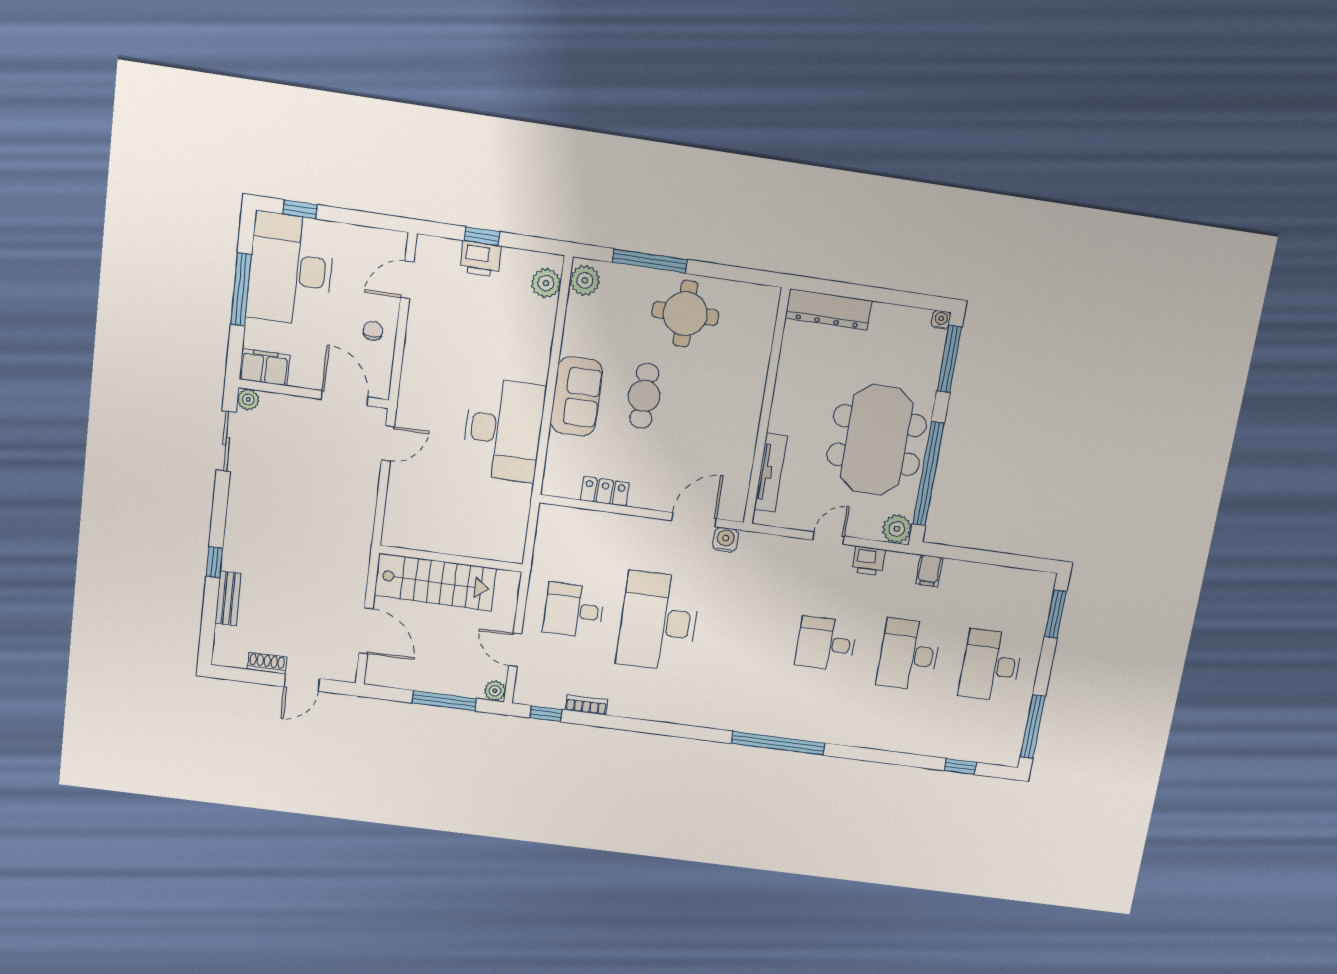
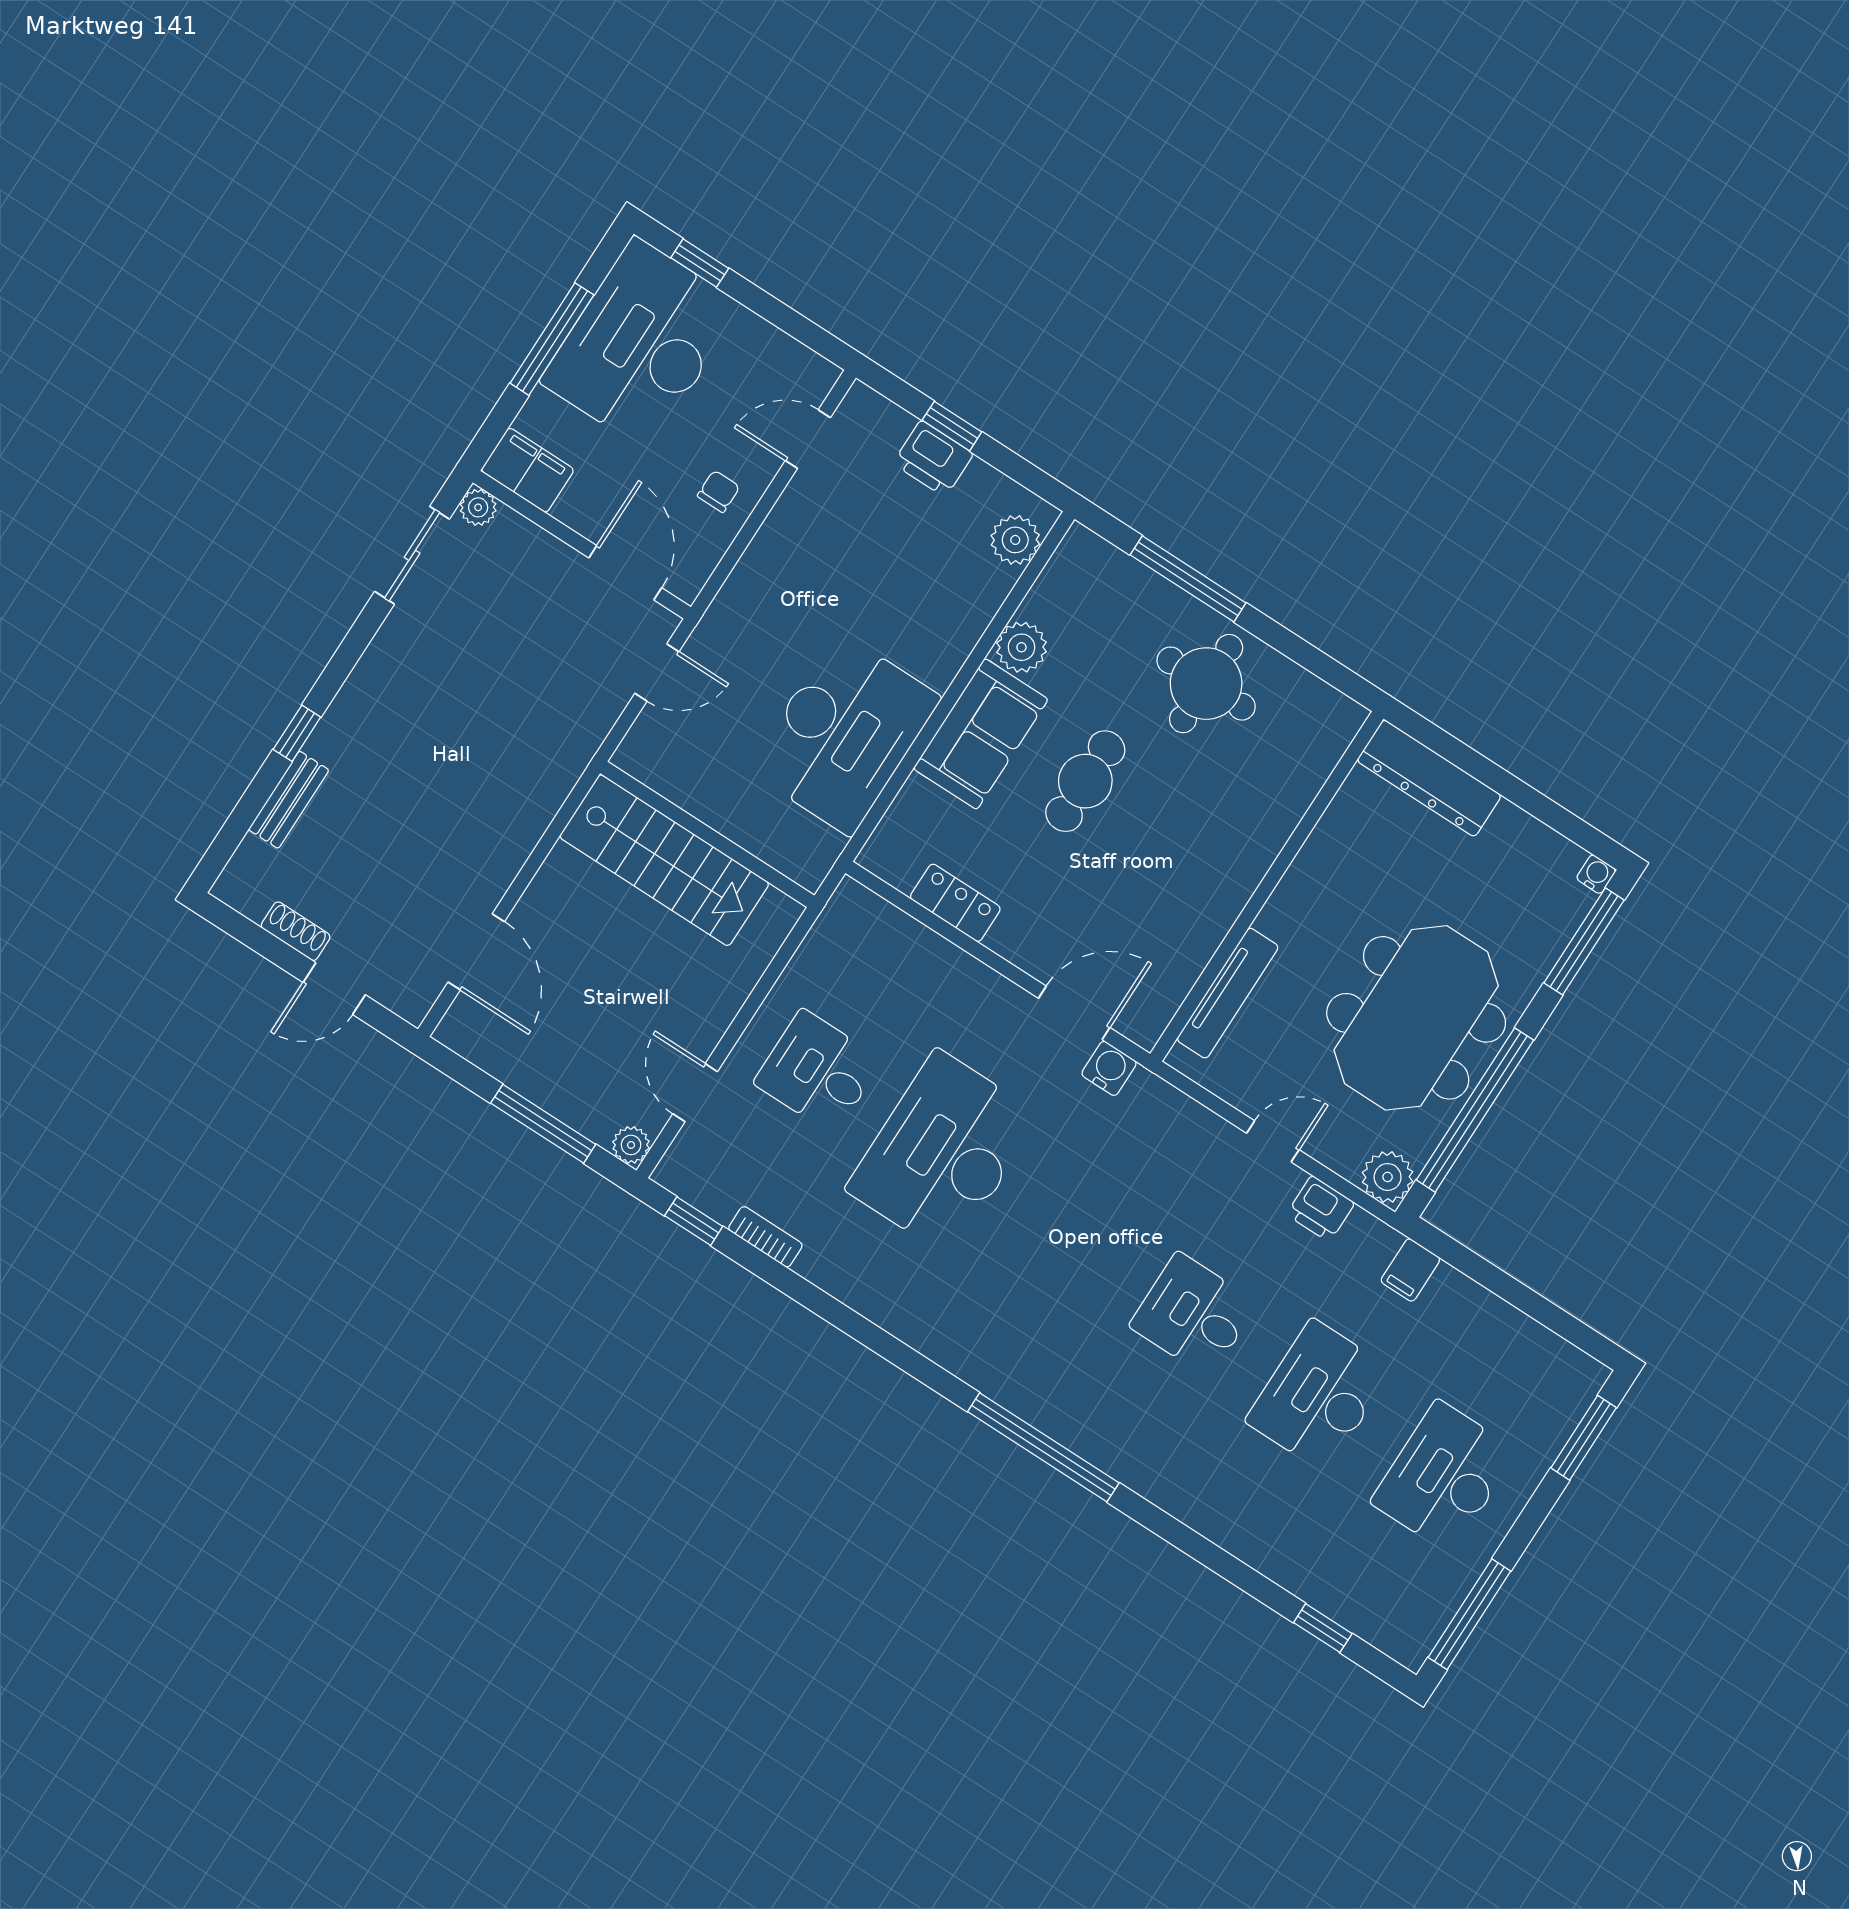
plant: (585, 280) -> (1021, 647), moved
wall: (451, 559) -> (707, 834), moved
stairs: (435, 582) -> (664, 860), moved

